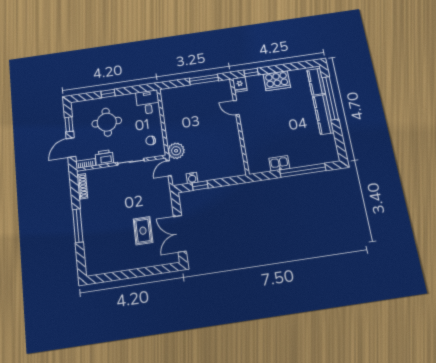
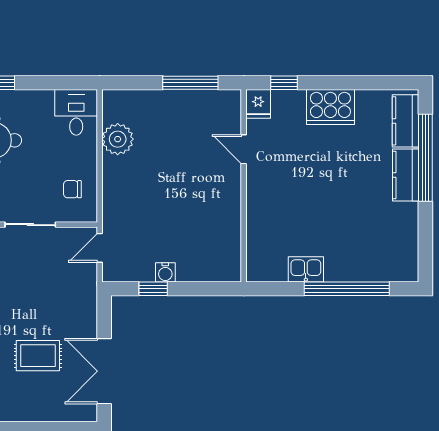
kitchen counter: (323, 114) -> (406, 175), width x0.67
plant: (176, 151) -> (118, 139), moved
water cooler: (192, 178) -> (165, 272), moved
rug: (143, 231) -> (38, 356), turned 90

